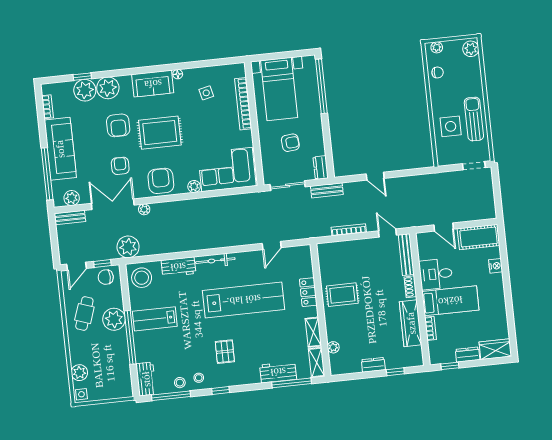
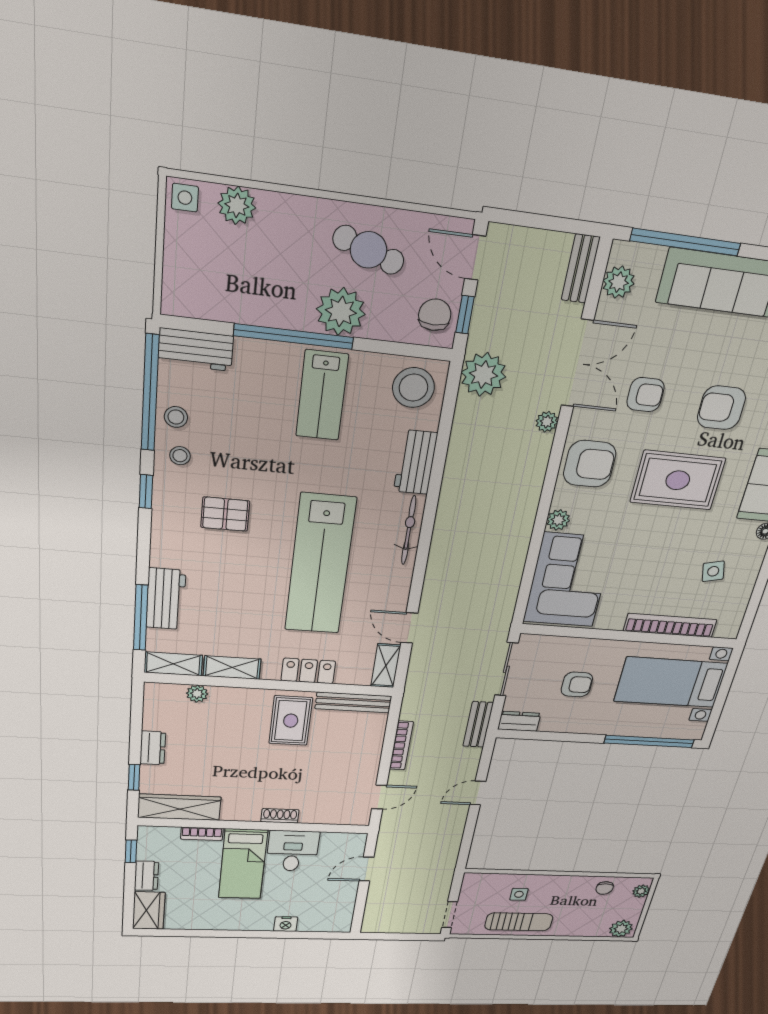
side table: (451, 126) -> (519, 894), width x0.54, depth x0.54
rug: (160, 133) -> (678, 480), turned 90
armchair: (290, 143) -> (577, 684), turned -85
cot: (479, 237) -> (337, 909), removed
shelving: (297, 252) -> (386, 666), added
bench: (406, 255) -> (353, 702), moved
lab bench: (155, 319) -> (322, 396), turned 180
wardrobe: (411, 323) -> (179, 807), moved
window: (171, 396) -> (150, 393), width x1.46

